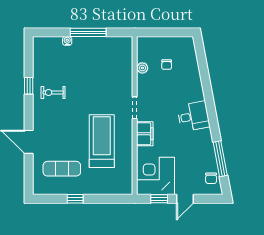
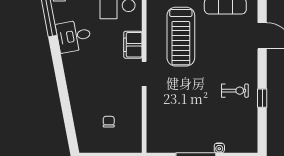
plant: (142, 68) -> (136, 118), removed
desk: (193, 116) -> (74, 36), moved

